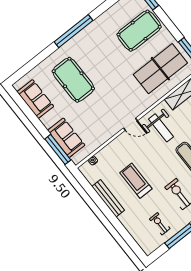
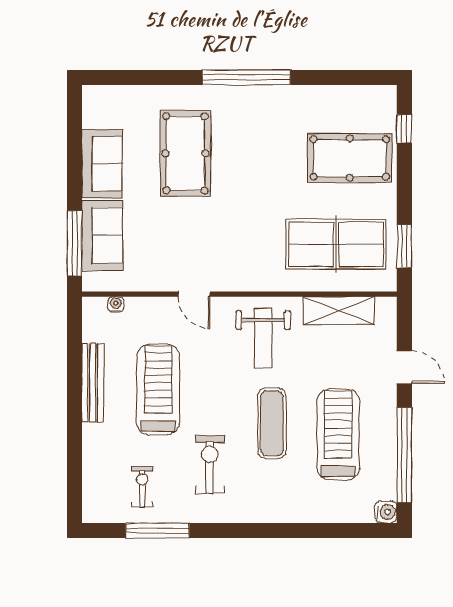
sofa: (35, 99) -> (102, 164), moved
door: (130, 124) -> (194, 294), moved
treadmill: (136, 181) -> (158, 389), width x1.37, depth x1.38

